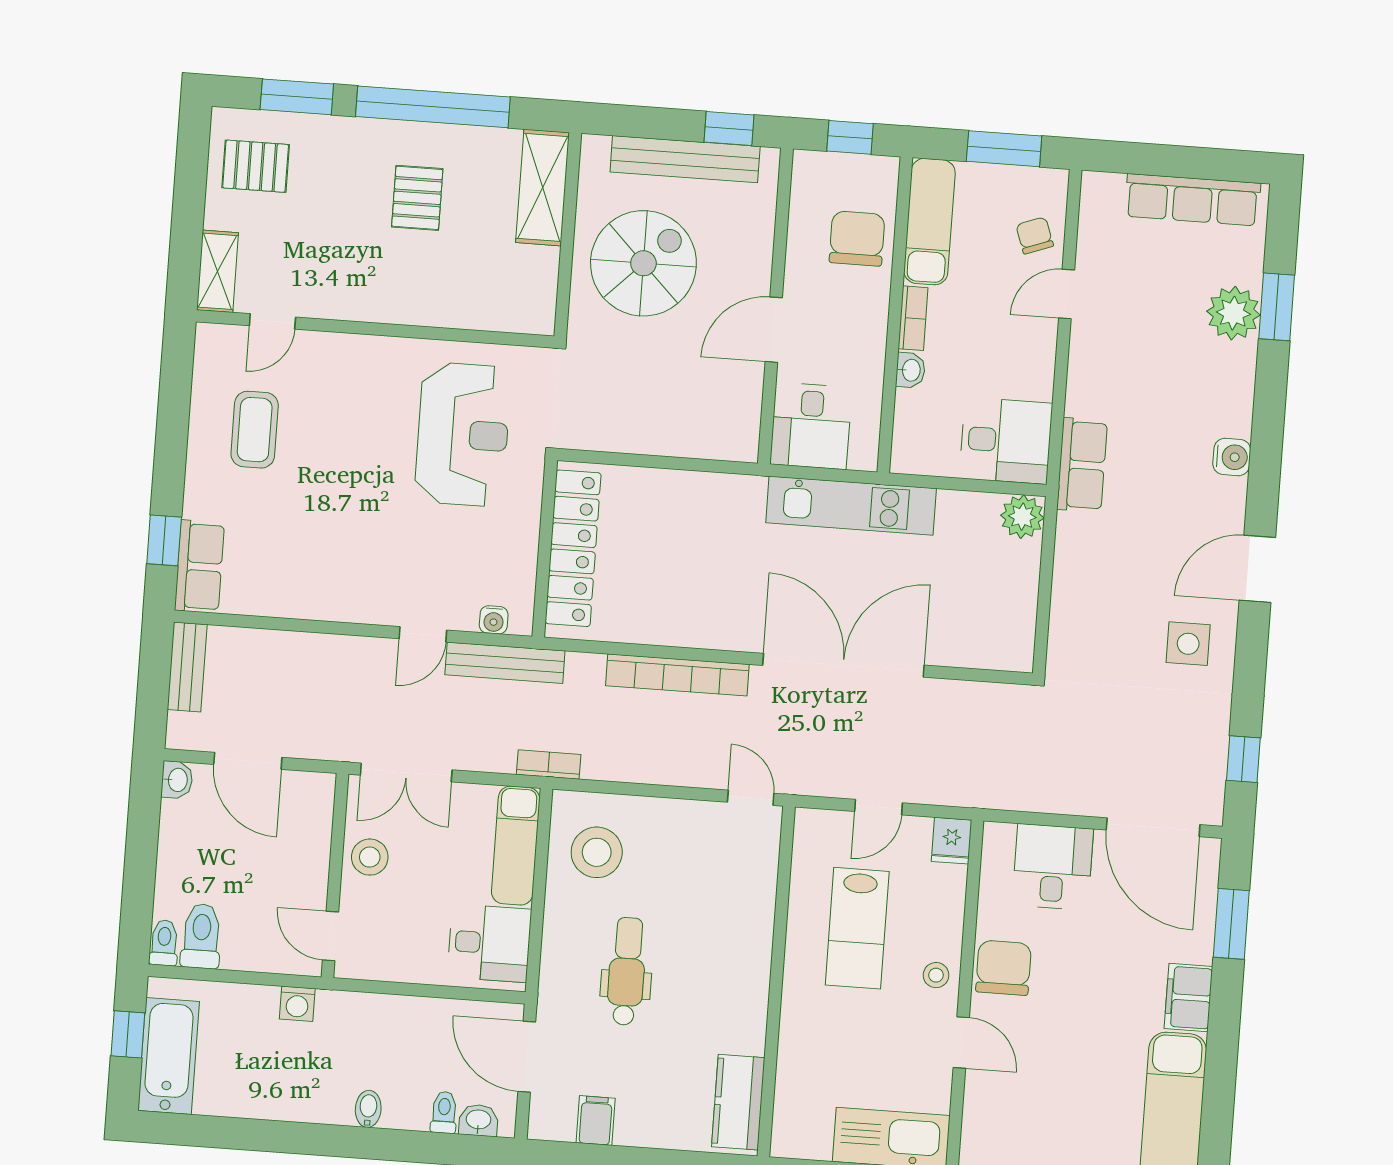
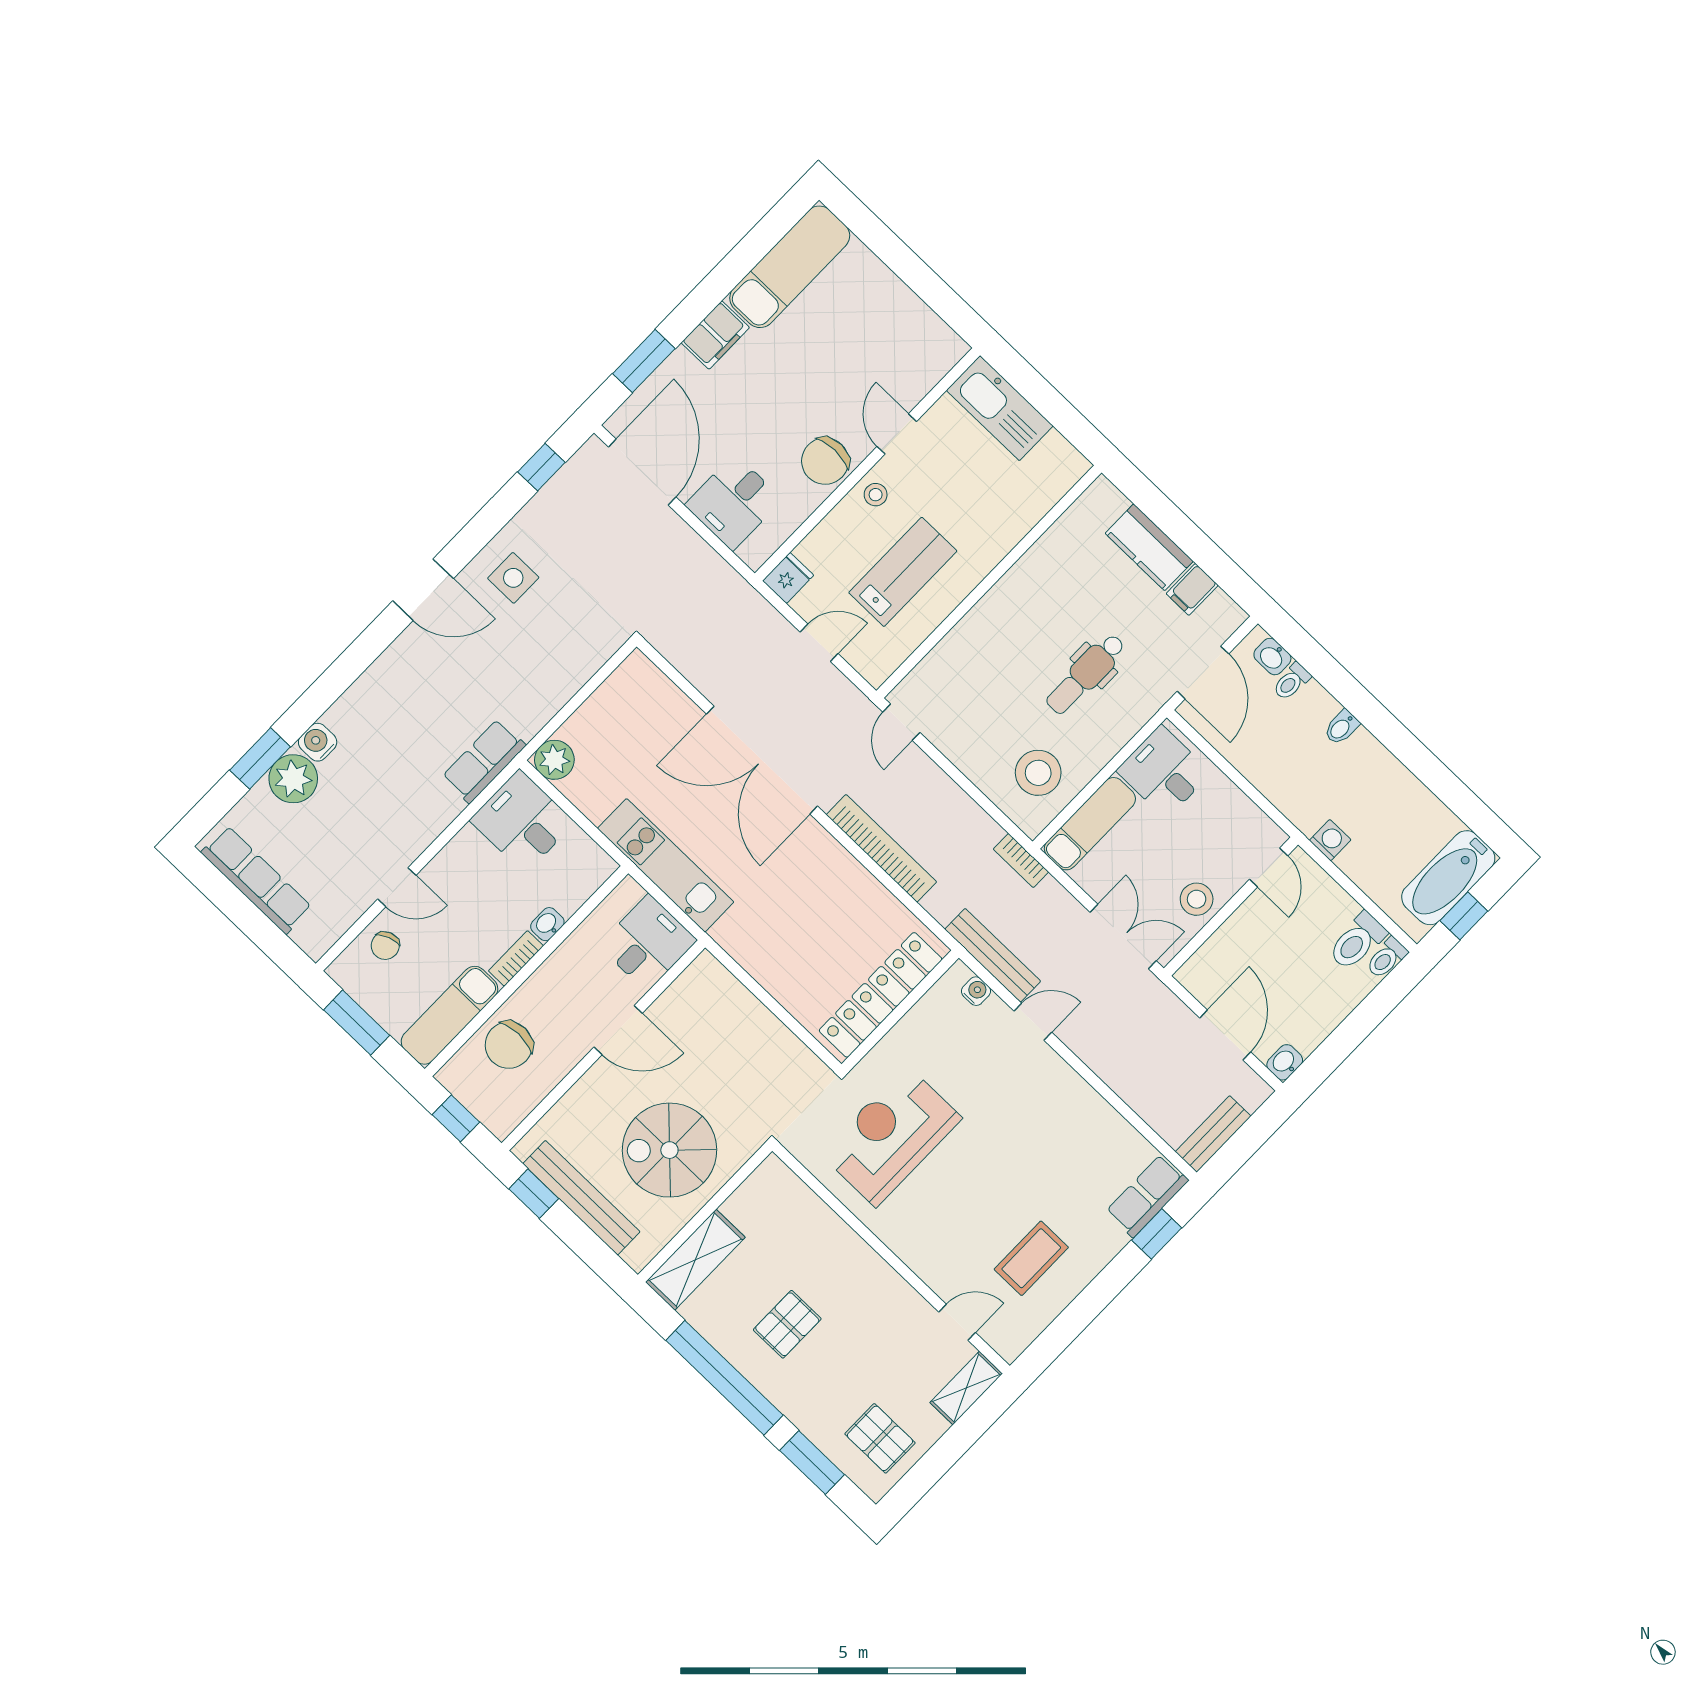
water cooler: (1232, 457) -> (318, 742), moved
kitchen counter: (738, 1102) -> (1149, 547), moved, turned 90

